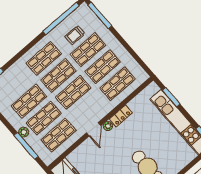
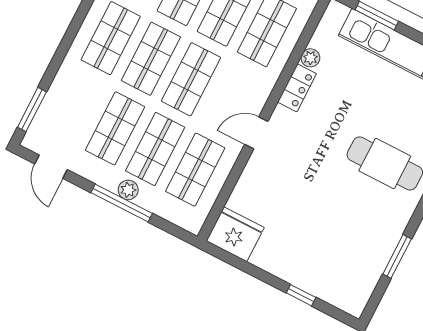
plant: (108, 126) -> (310, 58), moved
door: (94, 129) -> (256, 133), swing flipped
window: (26, 146) -> (122, 203), moved

